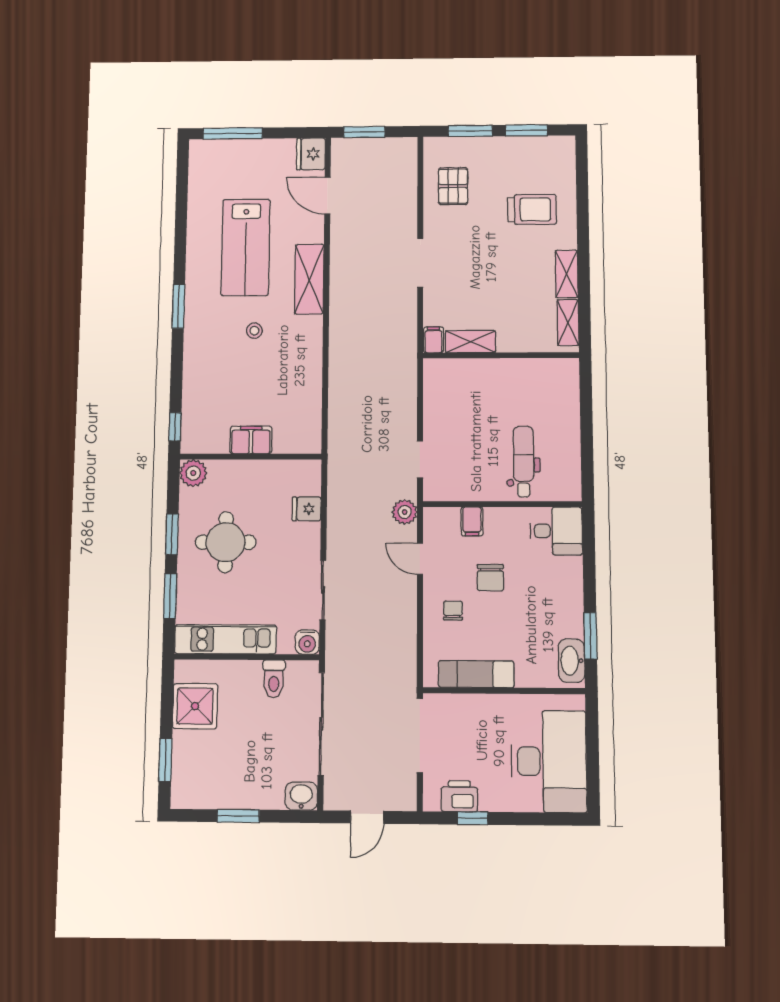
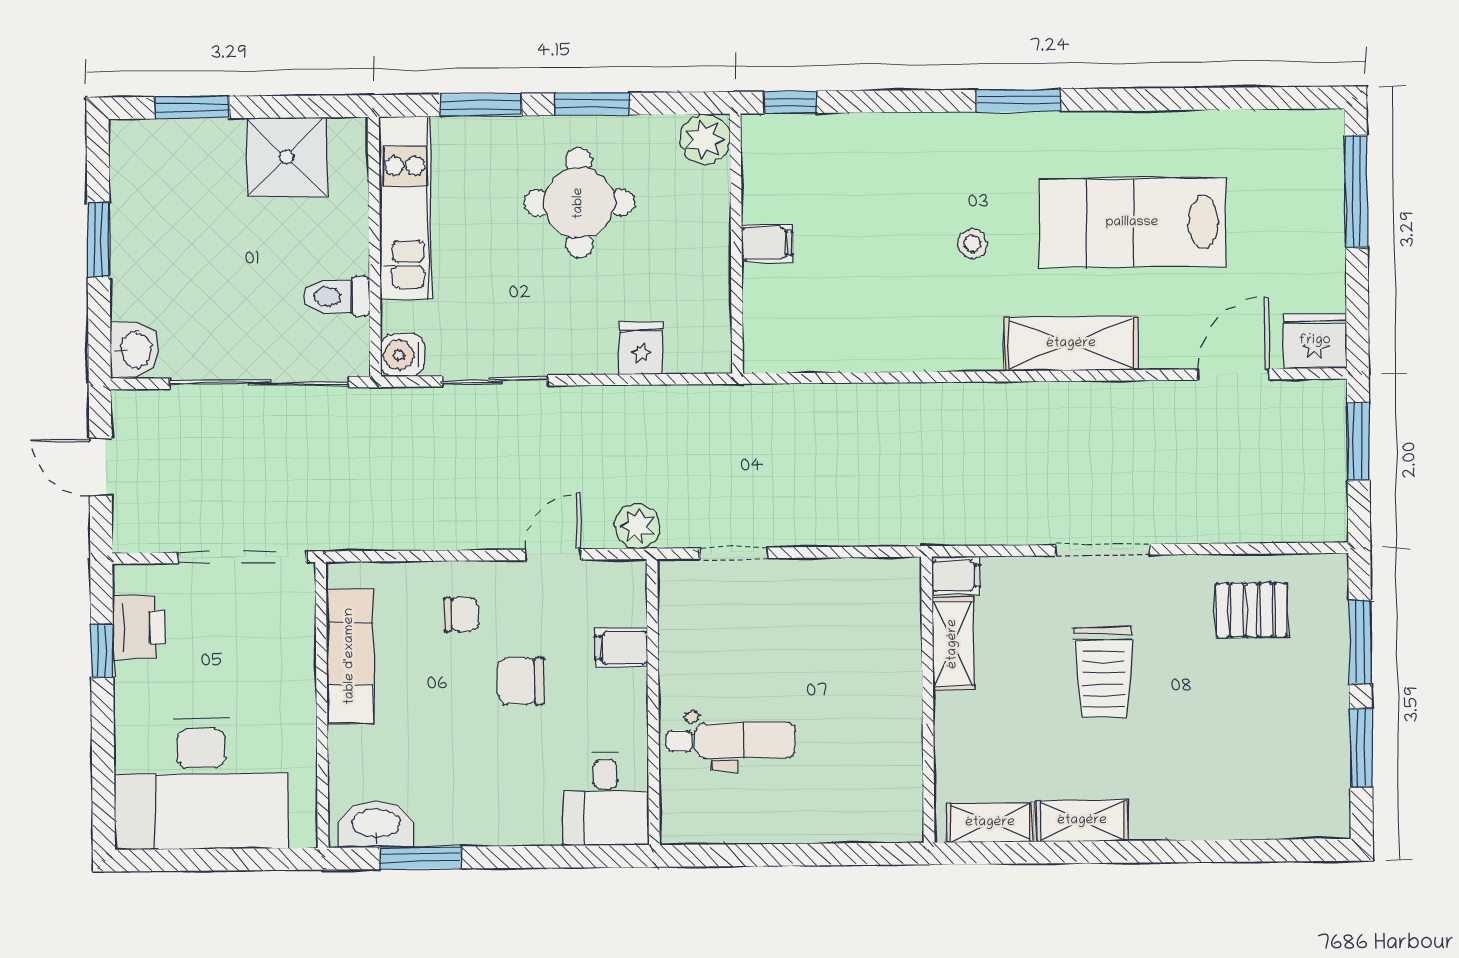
trolley: (532, 210) -> (1103, 672), moved
filing cabinet: (251, 440) -> (767, 243), width x0.50

